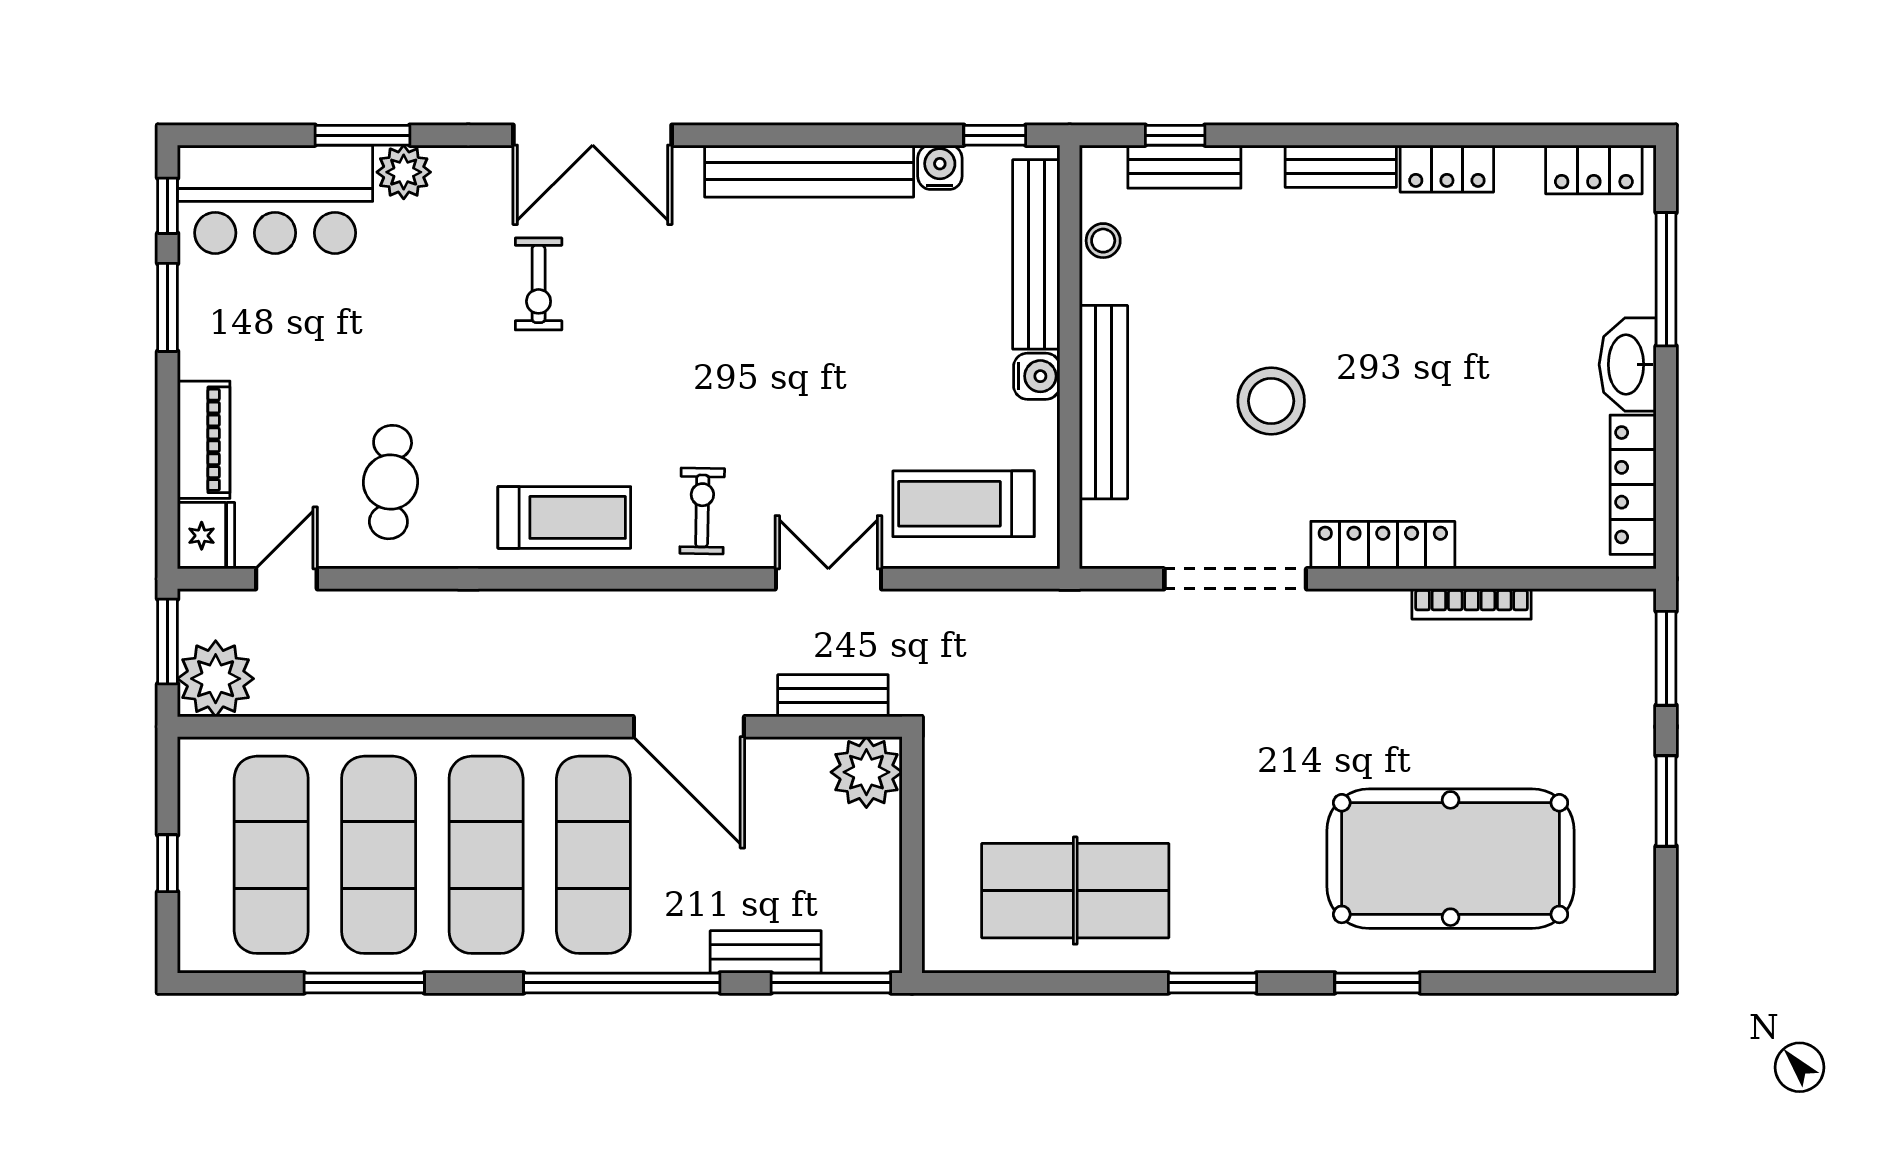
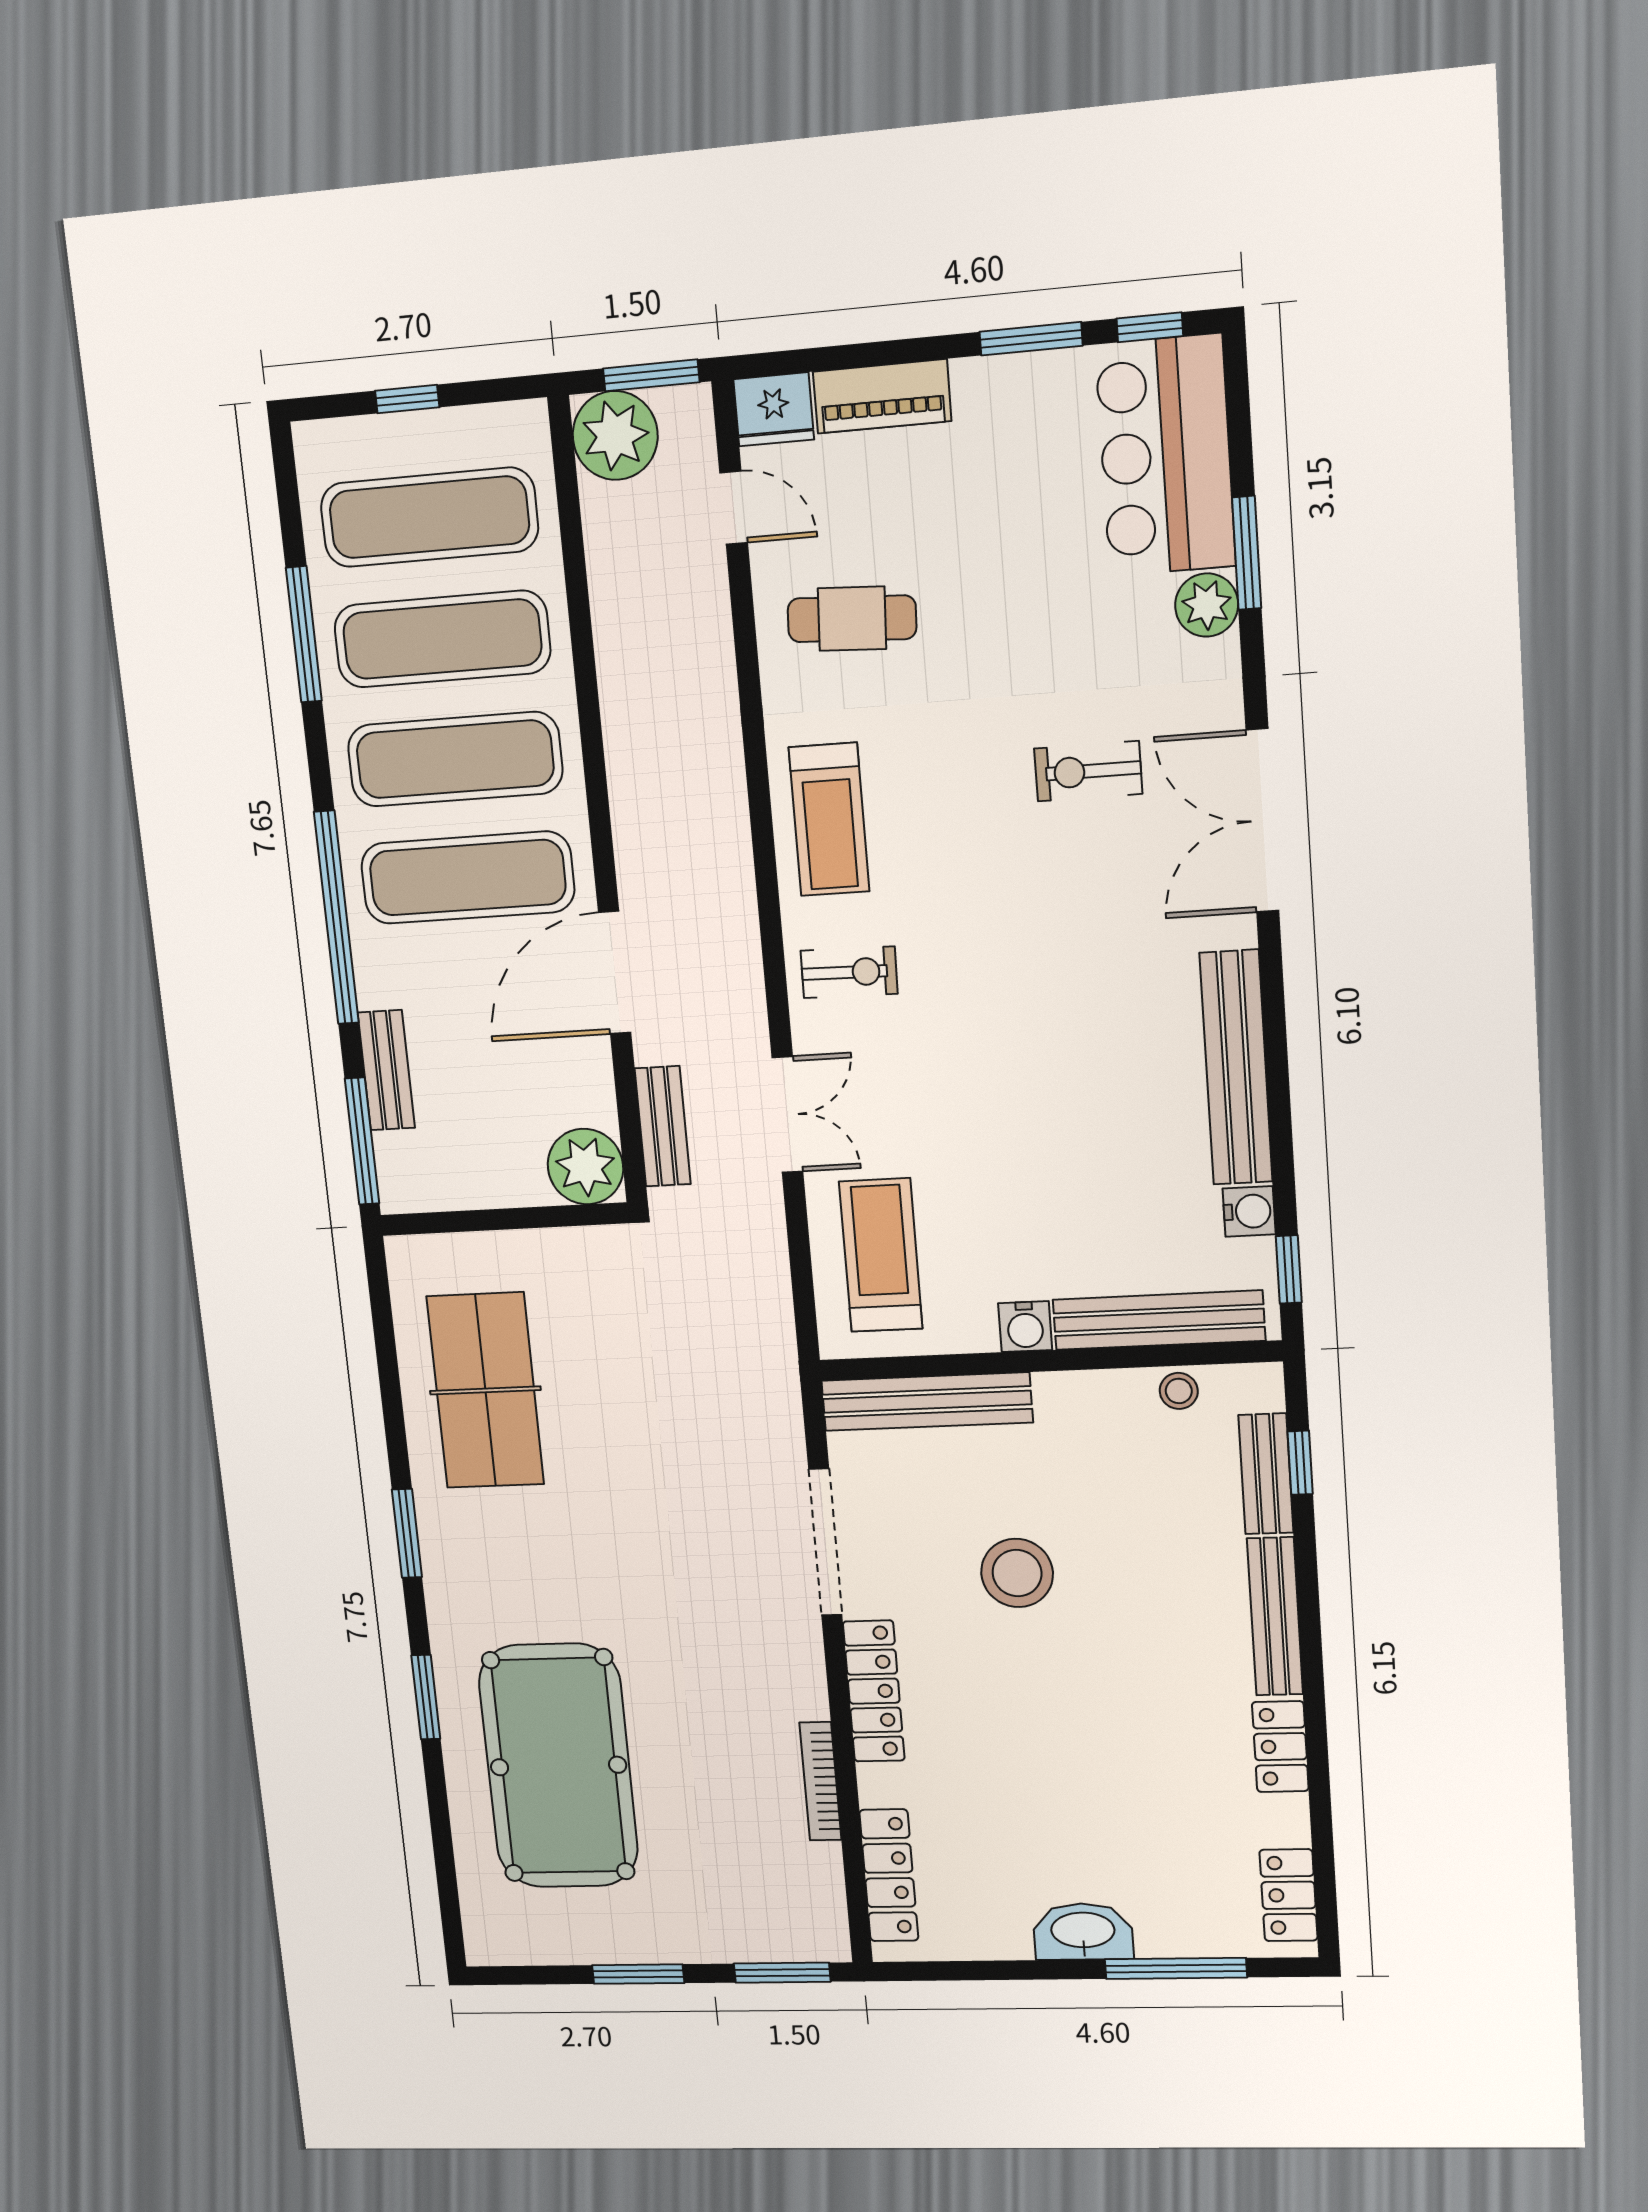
bench: (1341, 166) -> (1275, 1616), width x1.36
bench: (1104, 402) -> (927, 1402), moved
locker: (1633, 485) -> (889, 1875), moved, turned 90

